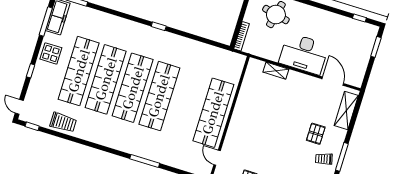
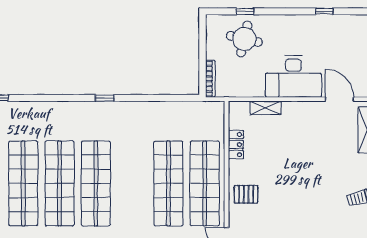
window: (359, 18) -> (324, 11), moved
locker: (245, 91) -> (236, 145), added
shop shelf: (159, 96) -> (168, 183), moved
pallet: (316, 134) -> (246, 194), moved, turned 90

